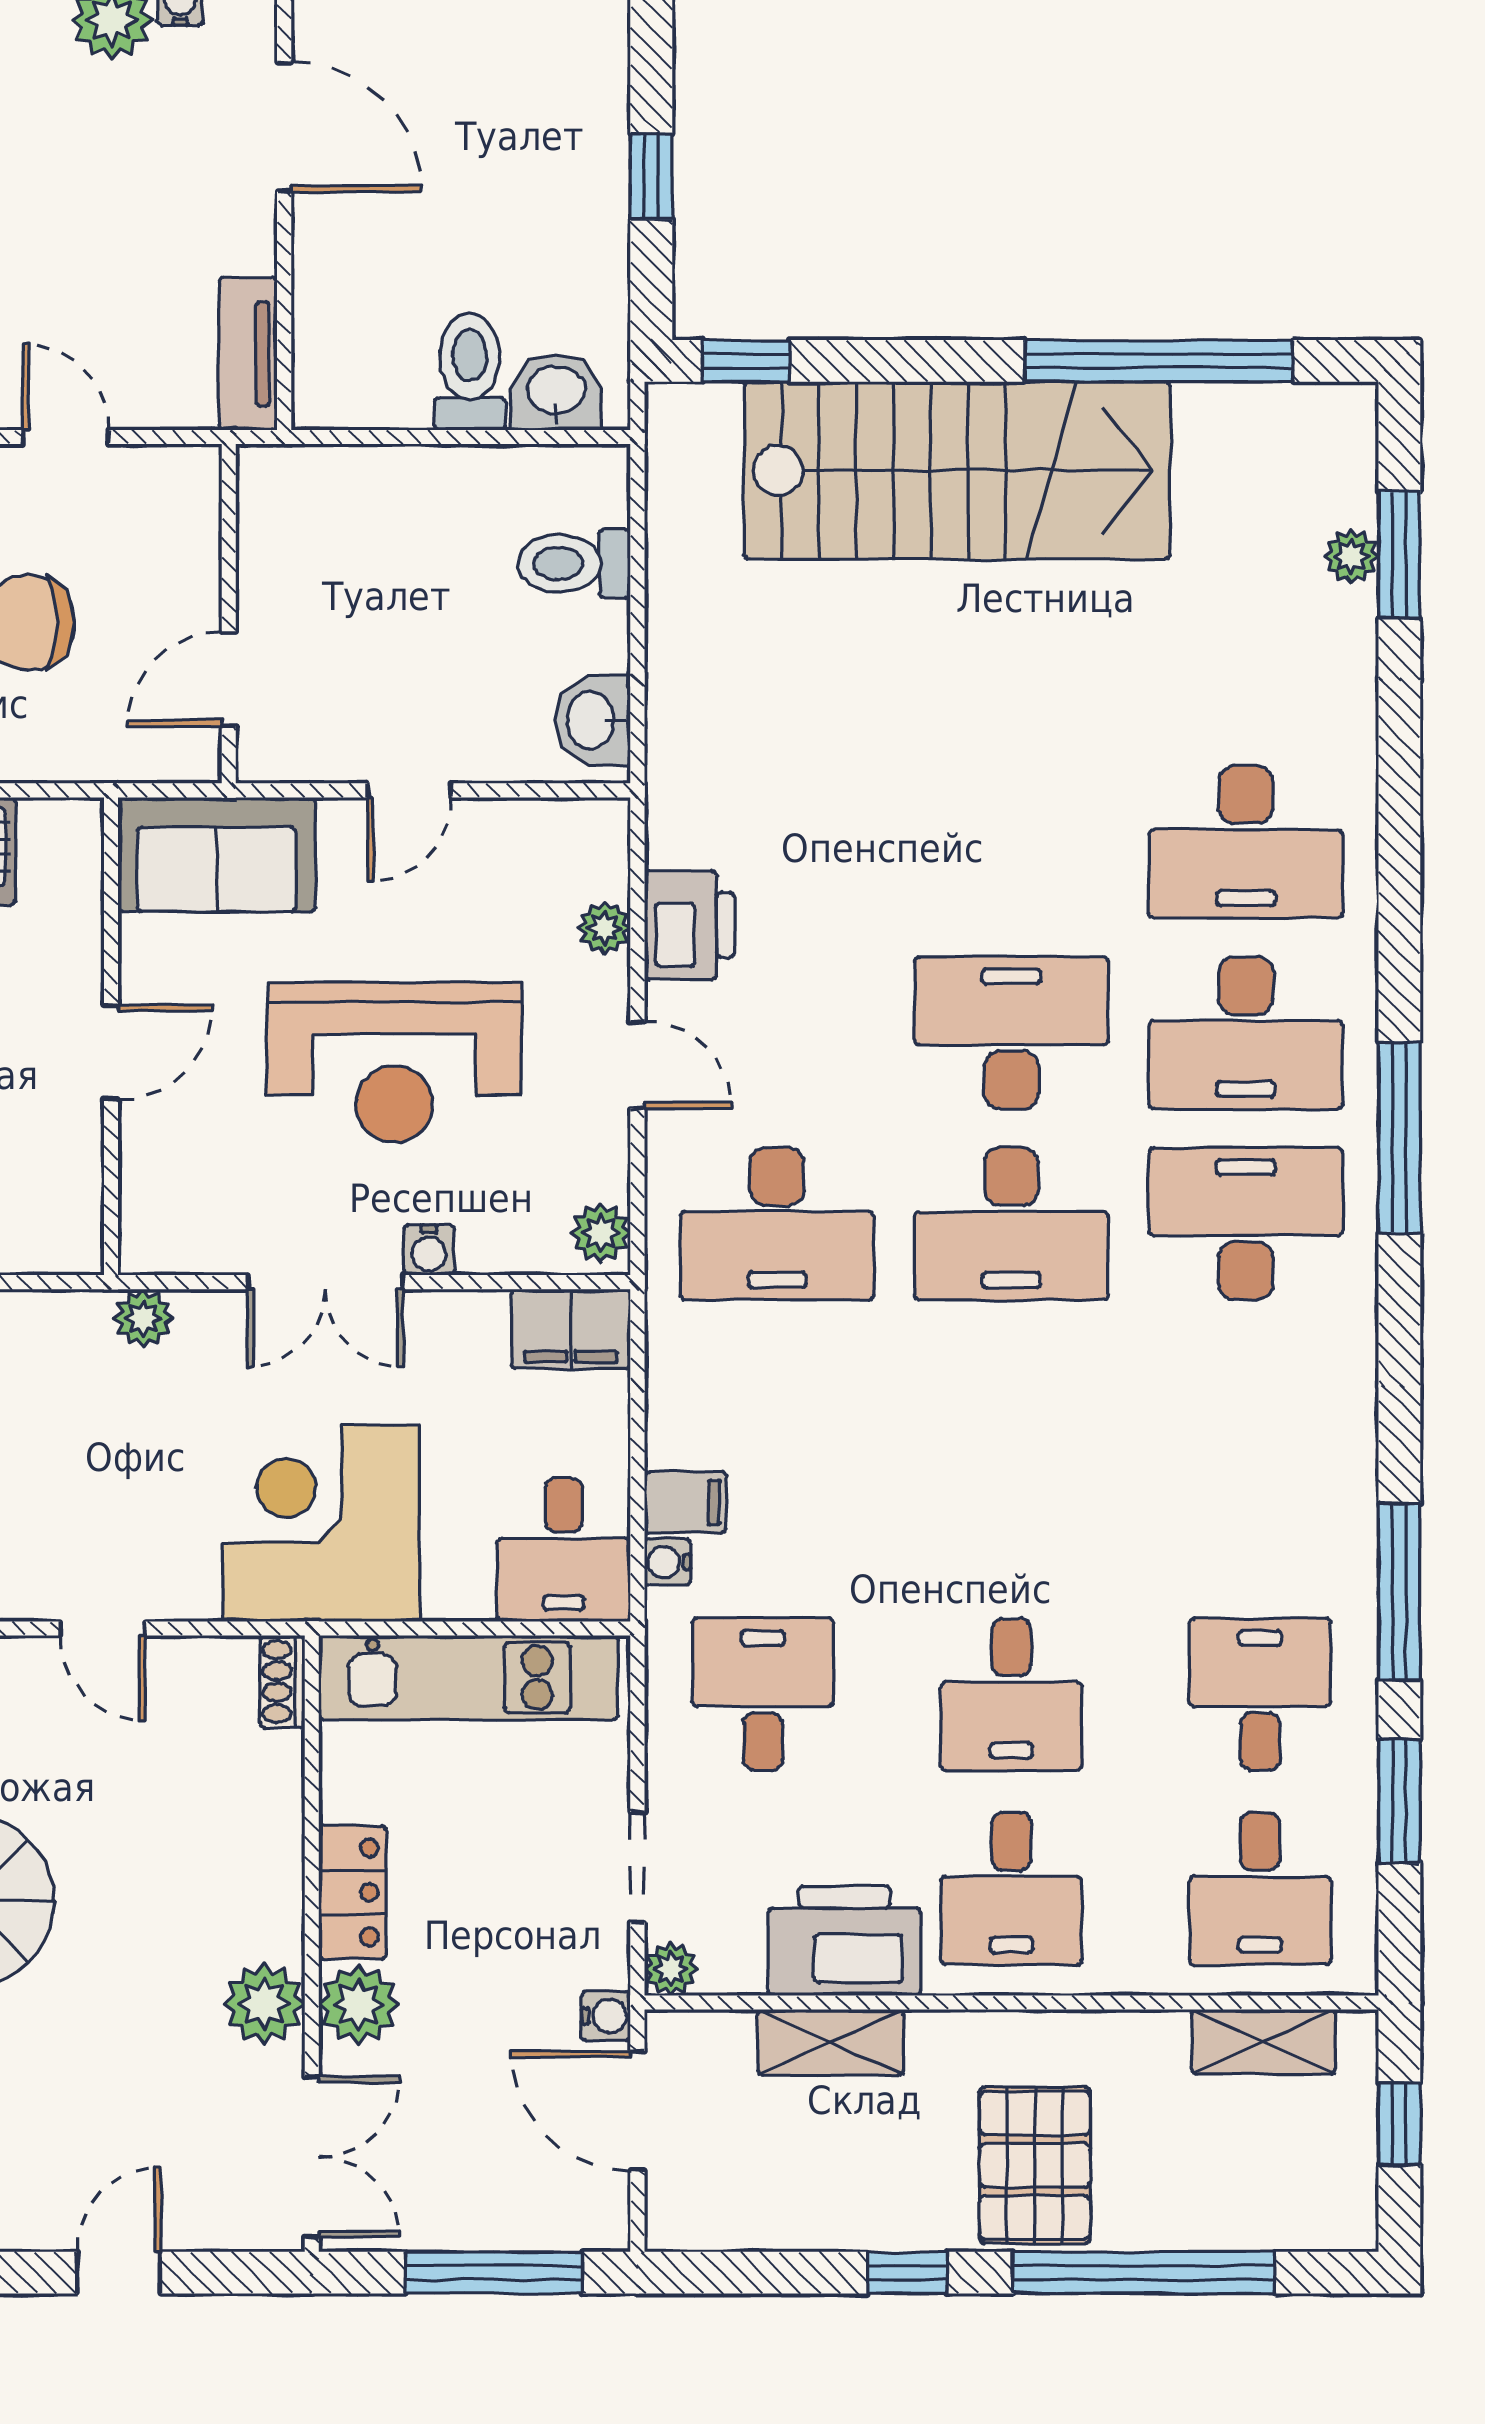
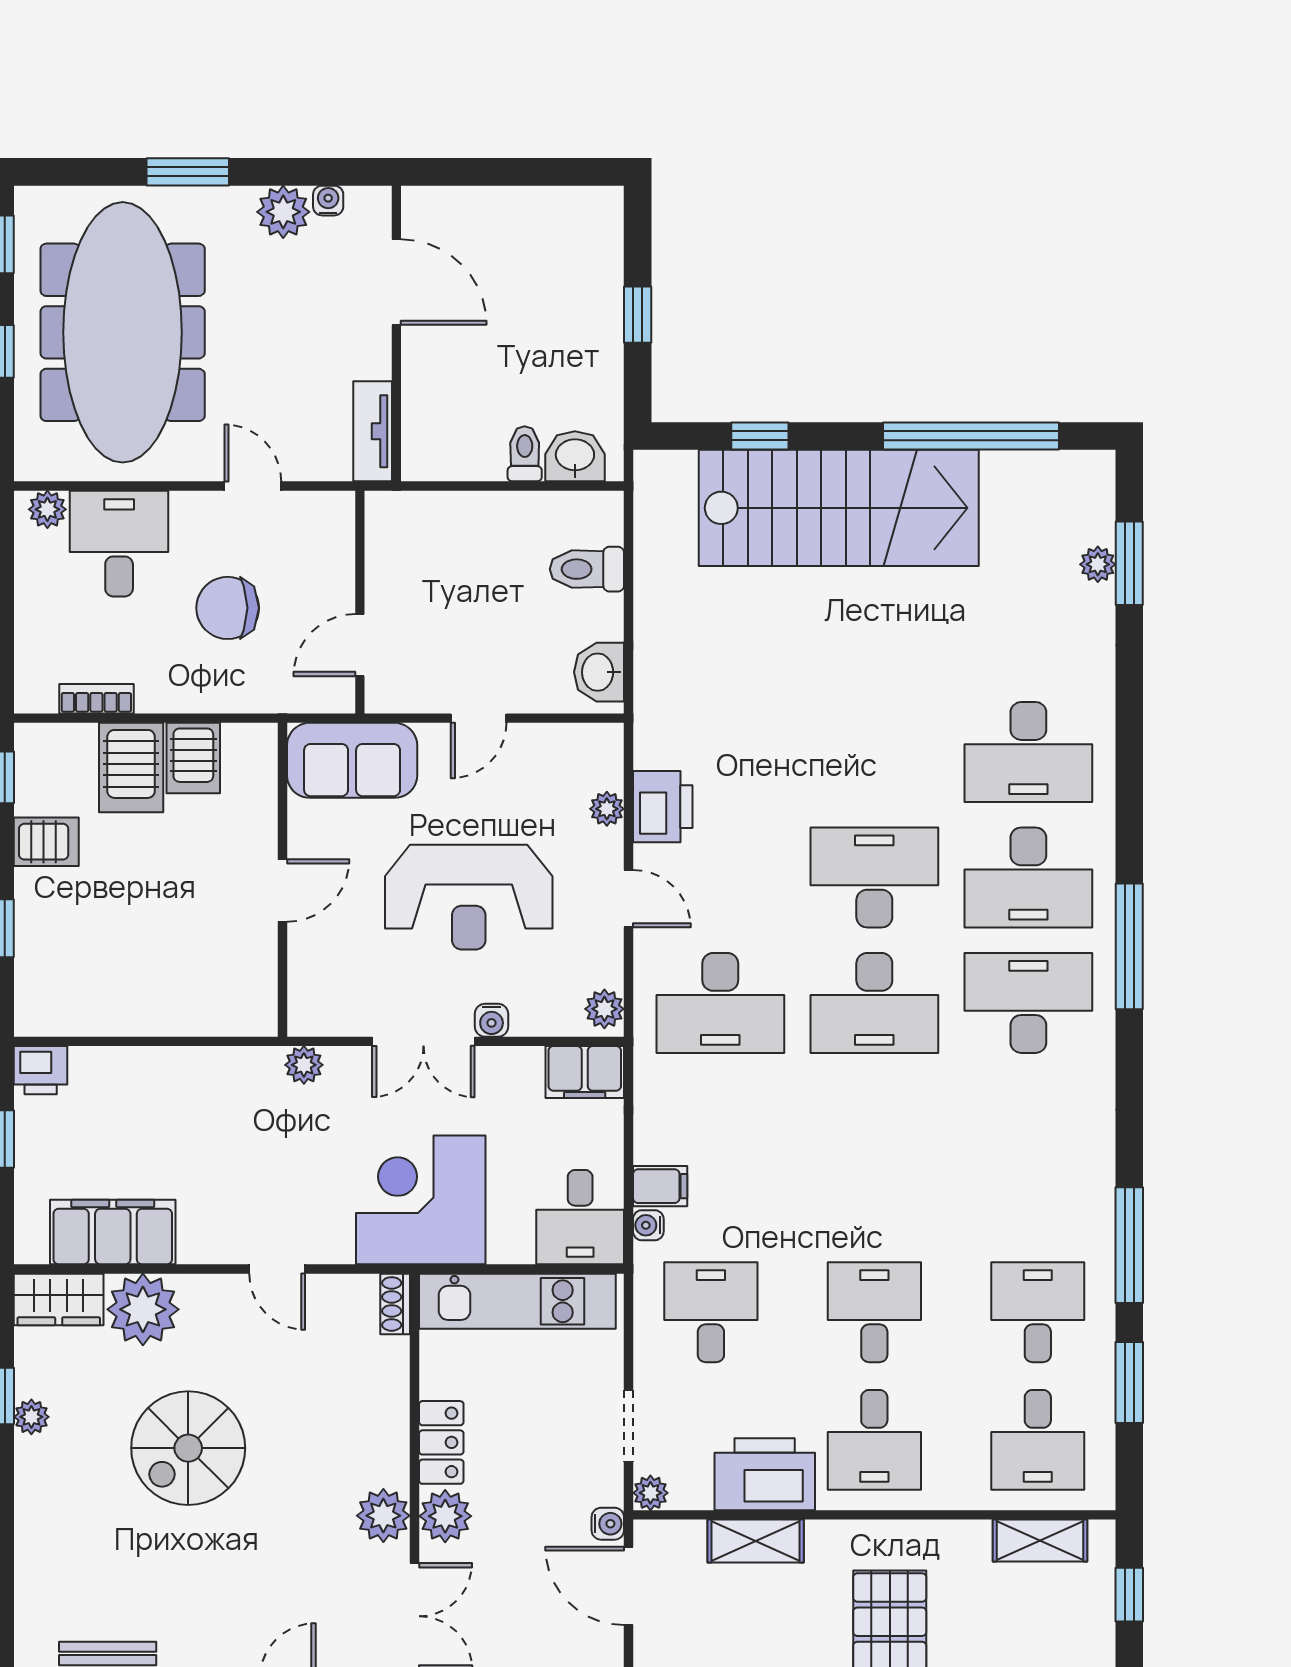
window: (746, 361) -> (760, 436), moved
toilet: (470, 372) -> (525, 454), width x0.73, depth x0.72
desk: (1011, 1694) -> (874, 1312), turned 180

